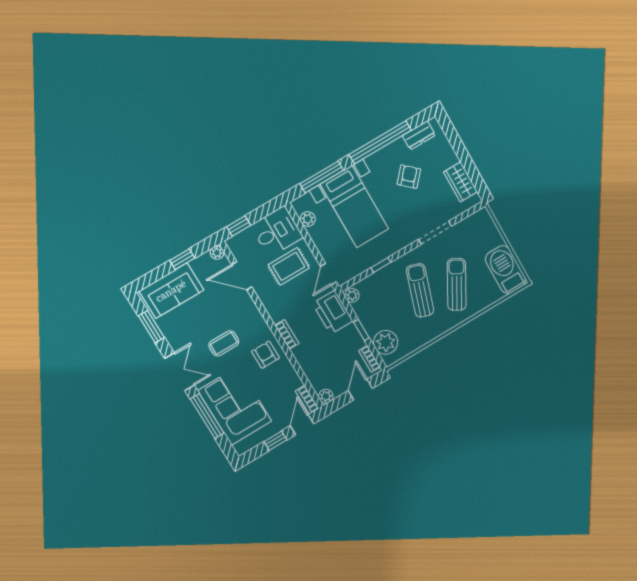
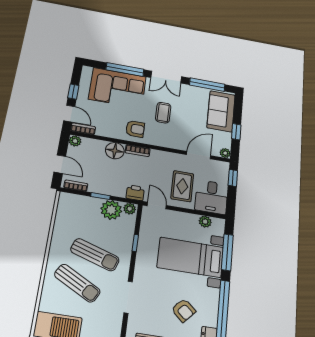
printer: (333, 312) -> (135, 193), width x0.53, depth x0.68
window: (151, 327) -> (207, 85), width x1.44
plant: (386, 342) -> (111, 210), moved
floor lamp: (305, 354) -> (115, 151), added

